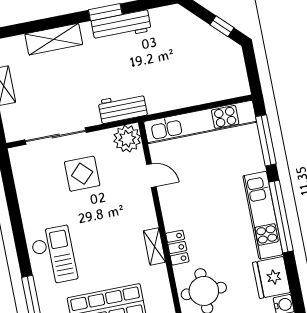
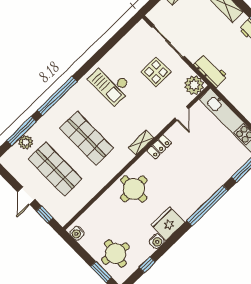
kitchen unit: (263, 215) -> (201, 194), removed
locker: (177, 248) -> (159, 147), moved
checkout: (54, 255) -> (110, 83), moved, turned 90

